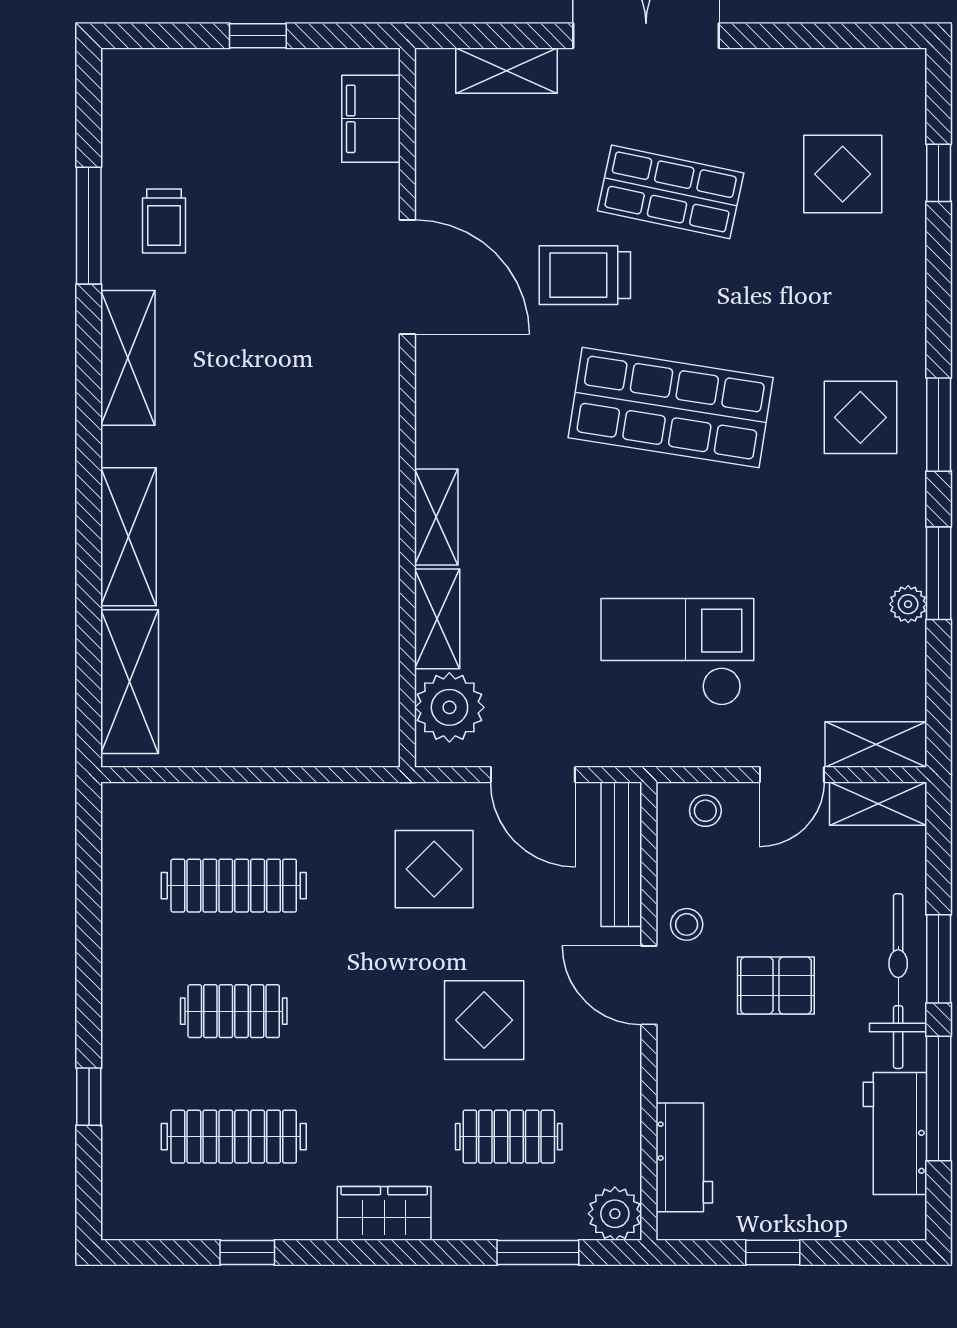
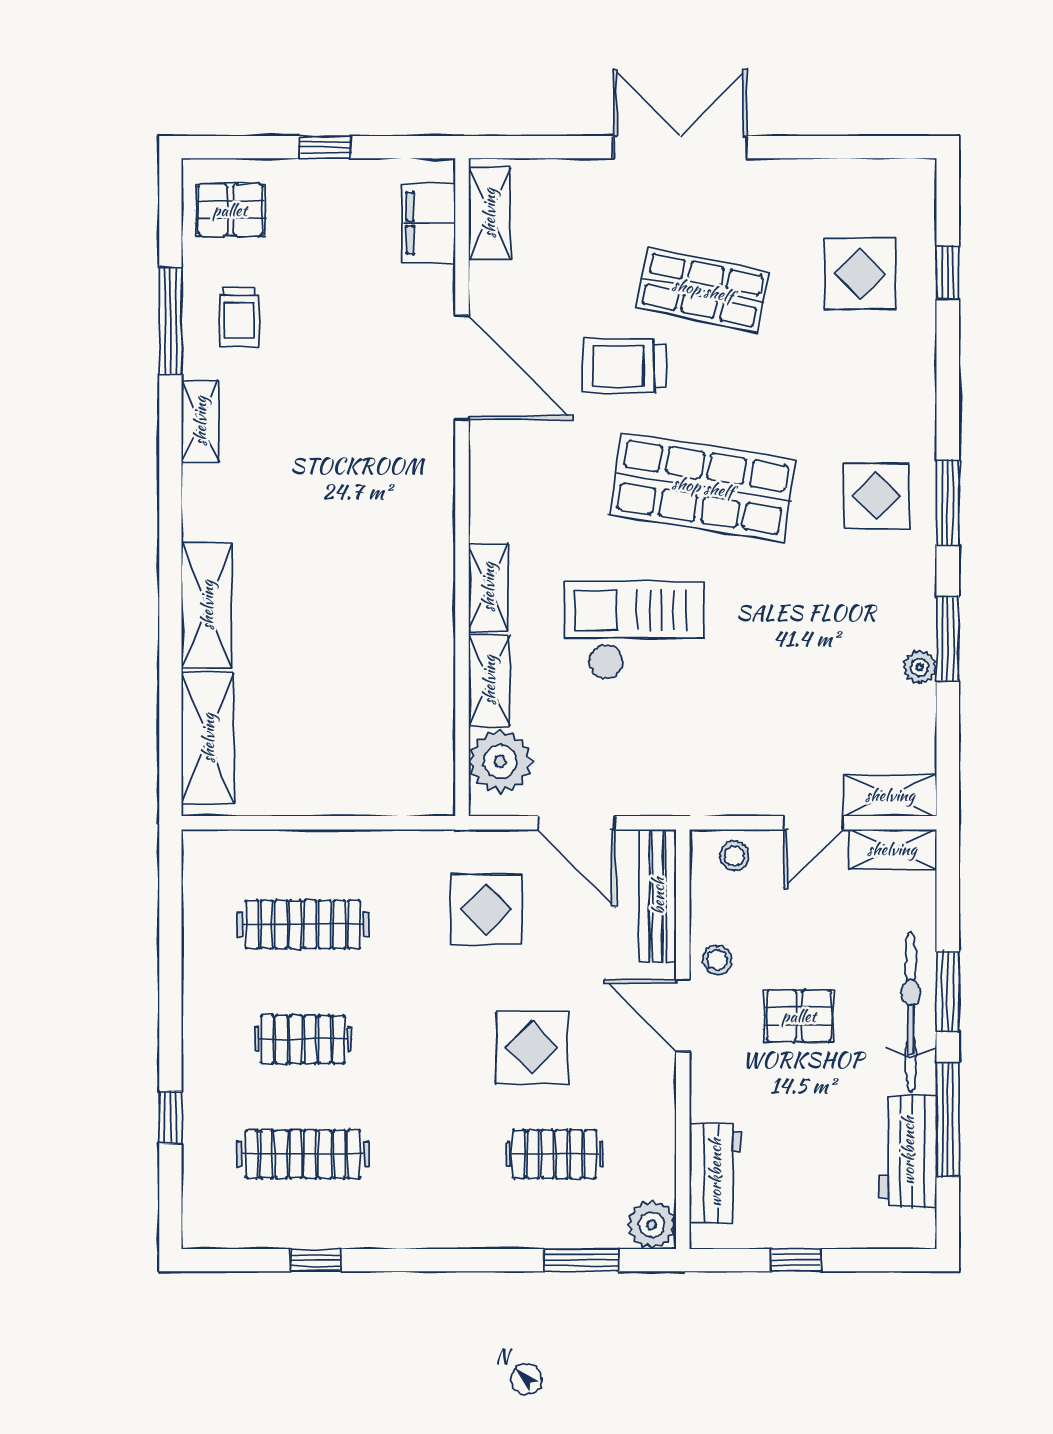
shelving: (506, 71) -> (489, 213), moved, turned 90
pallet: (154, 104) -> (230, 210), added
shelving: (128, 358) -> (200, 421), width x0.67, depth x0.75
checkout: (677, 652) -> (634, 630), moved
wardrobe: (384, 1213) -> (441, 1224), removed

